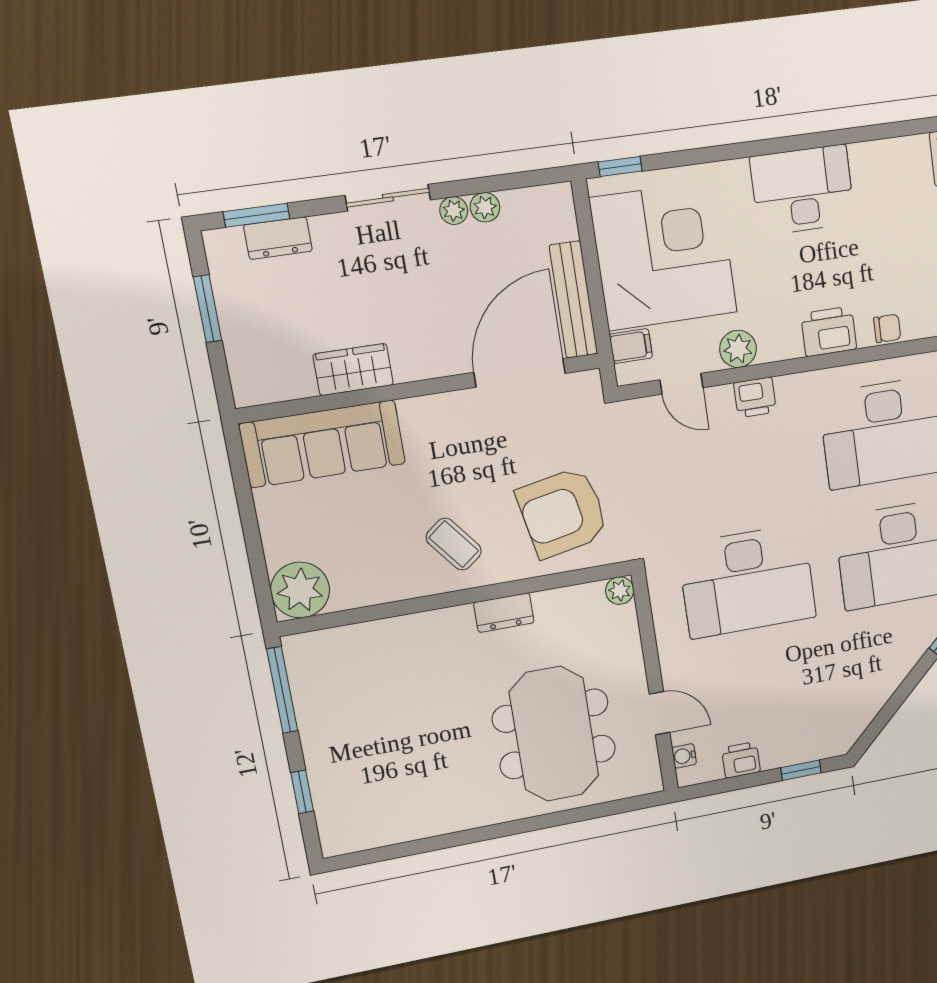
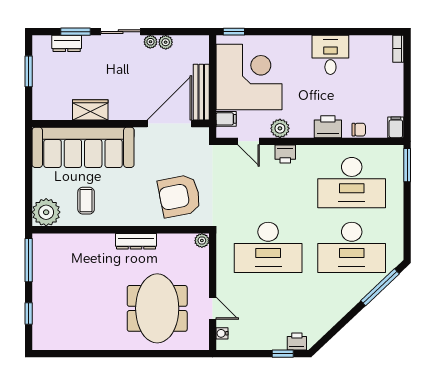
desk: (803, 190) -> (330, 55), width x0.73
window: (256, 215) -> (76, 32), moved
sofa: (323, 444) -> (83, 147), width x1.36, depth x1.27
coffee table: (454, 544) -> (86, 201), moved, turned 38
dresser: (504, 613) -> (136, 241), width x1.44
printer: (741, 760) -> (297, 342), moved

